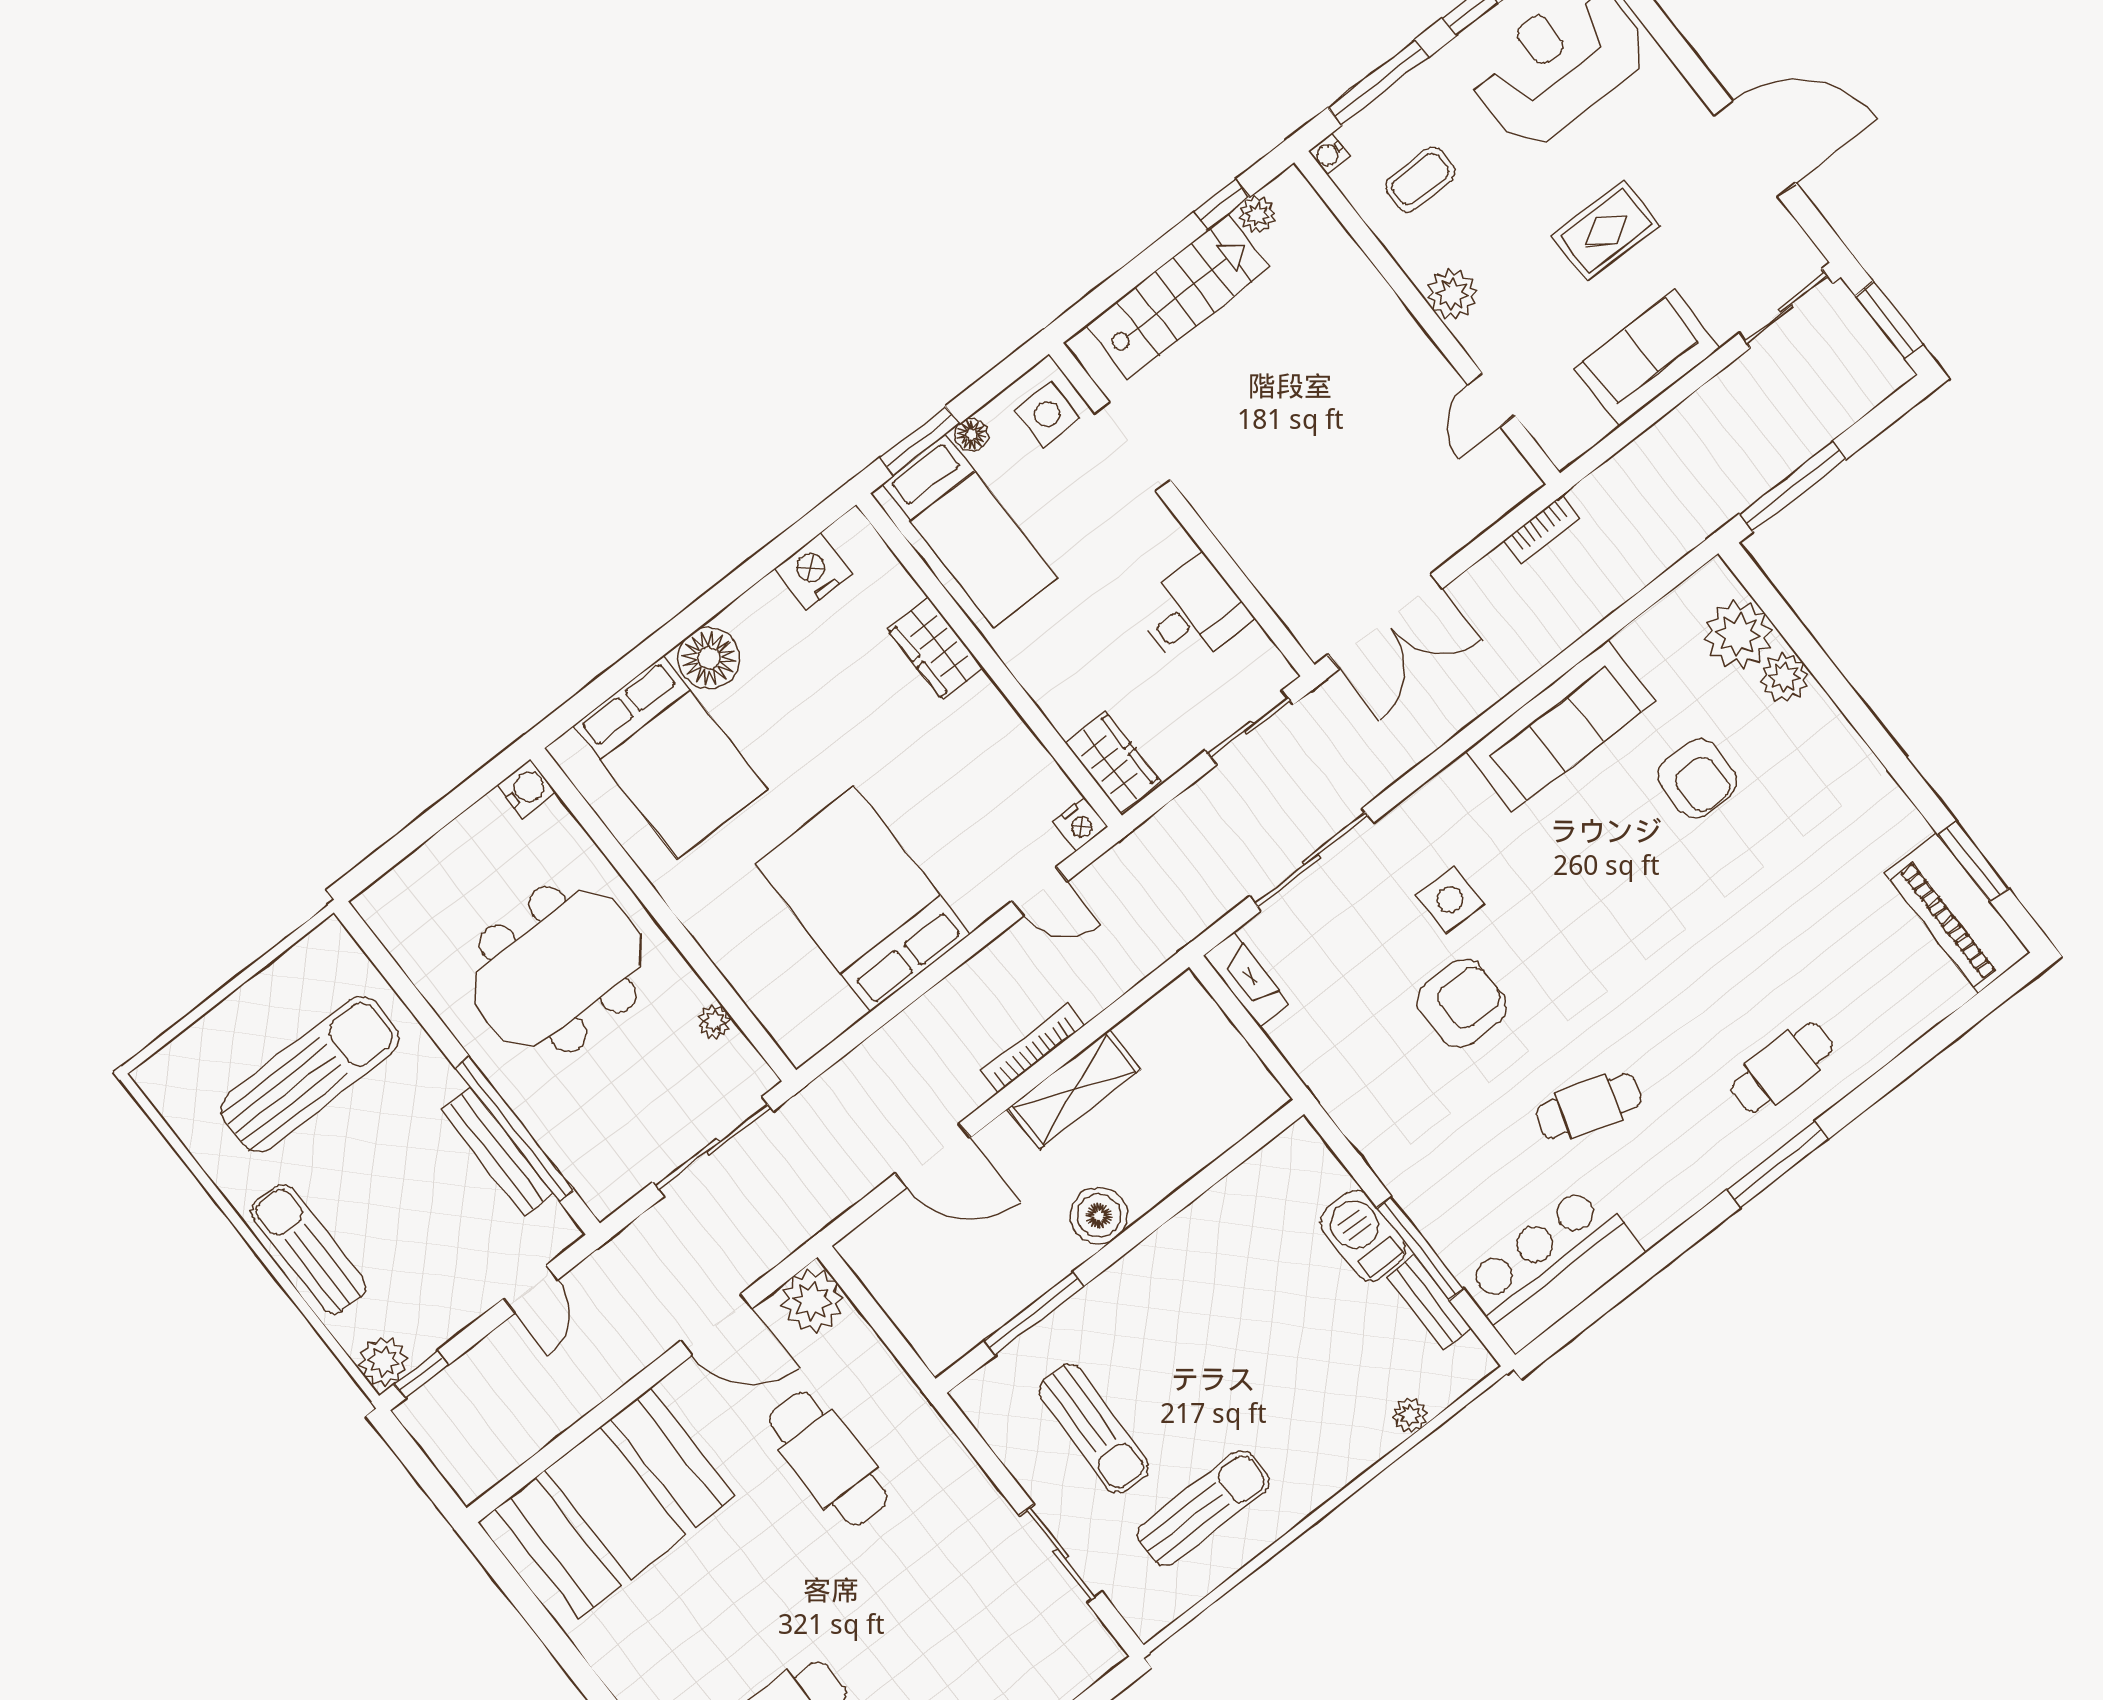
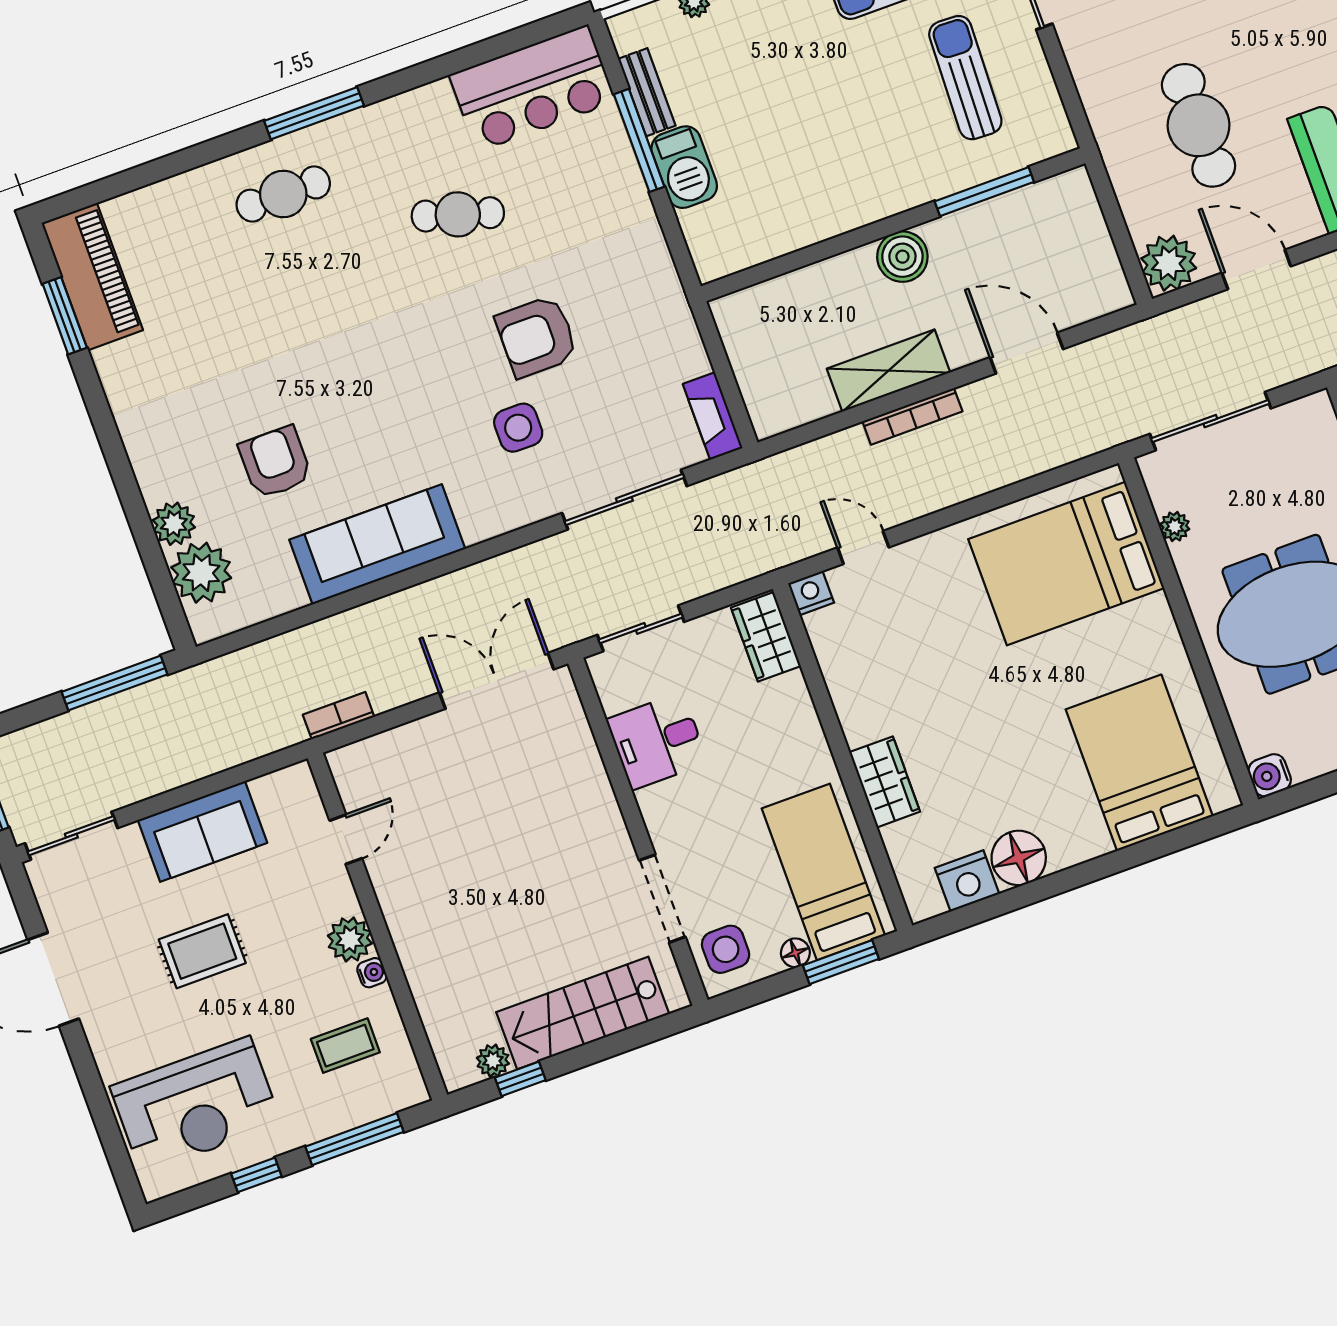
water cooler: (1329, 154) -> (372, 973), moved
floor lamp: (709, 658) -> (1019, 858), moved
bed: (863, 899) -> (1066, 564), moved, turned 90

